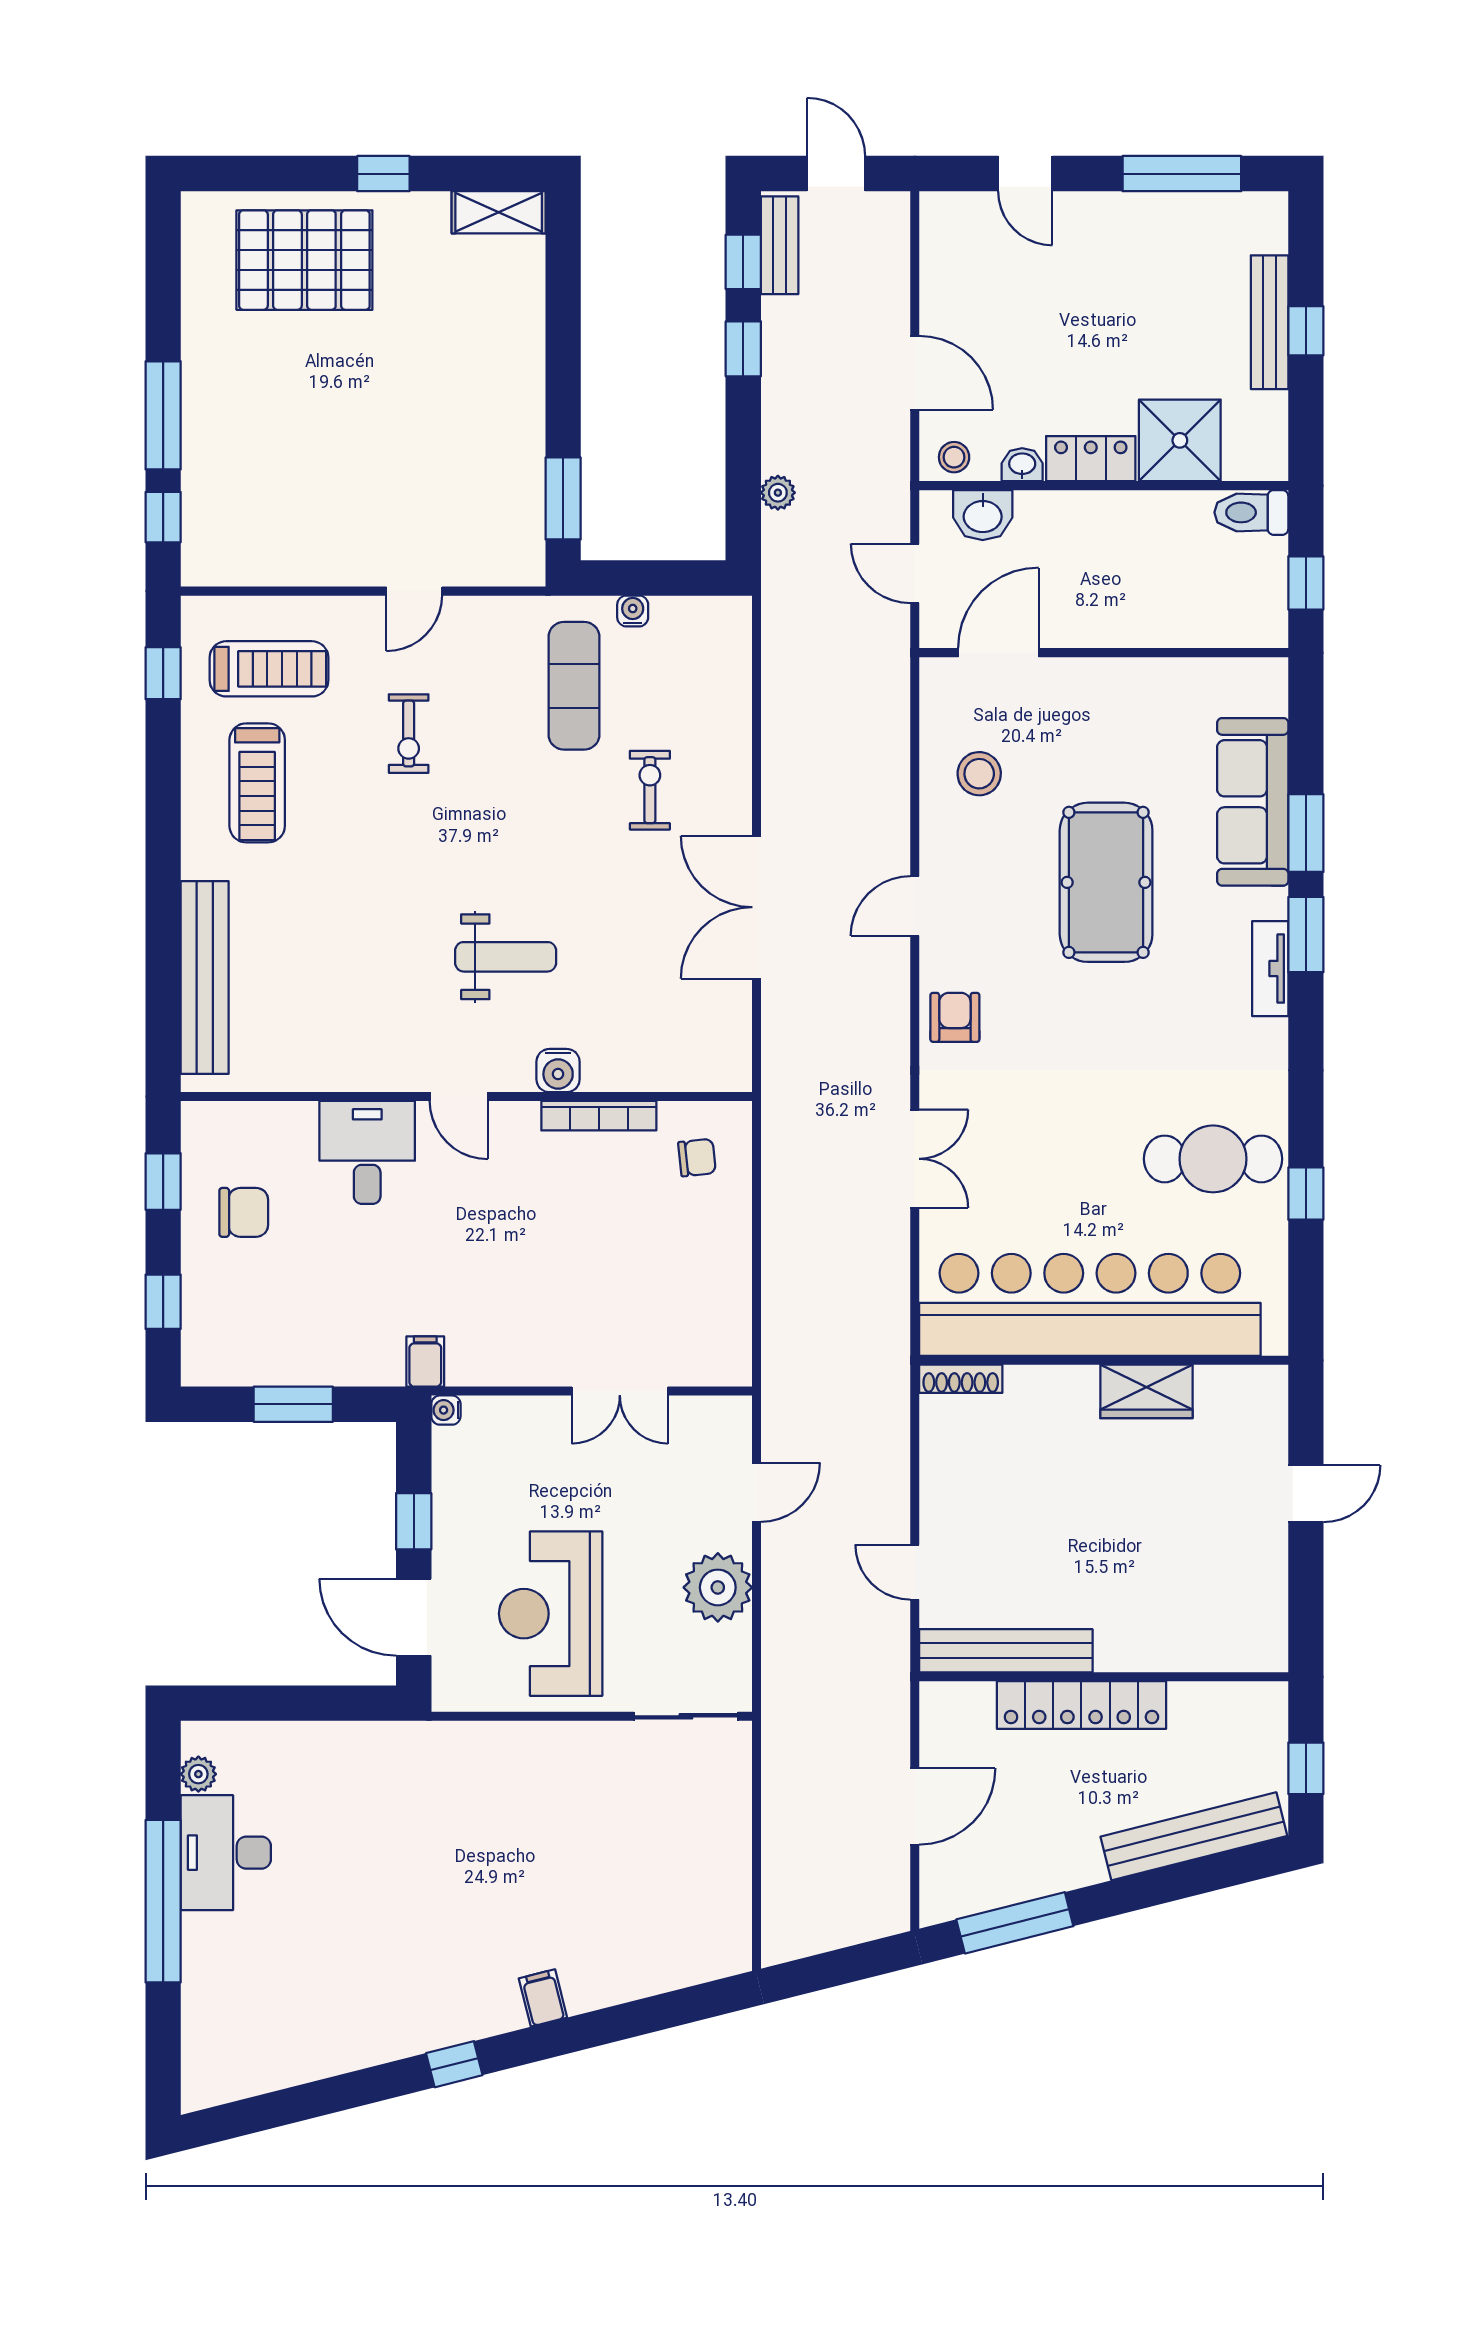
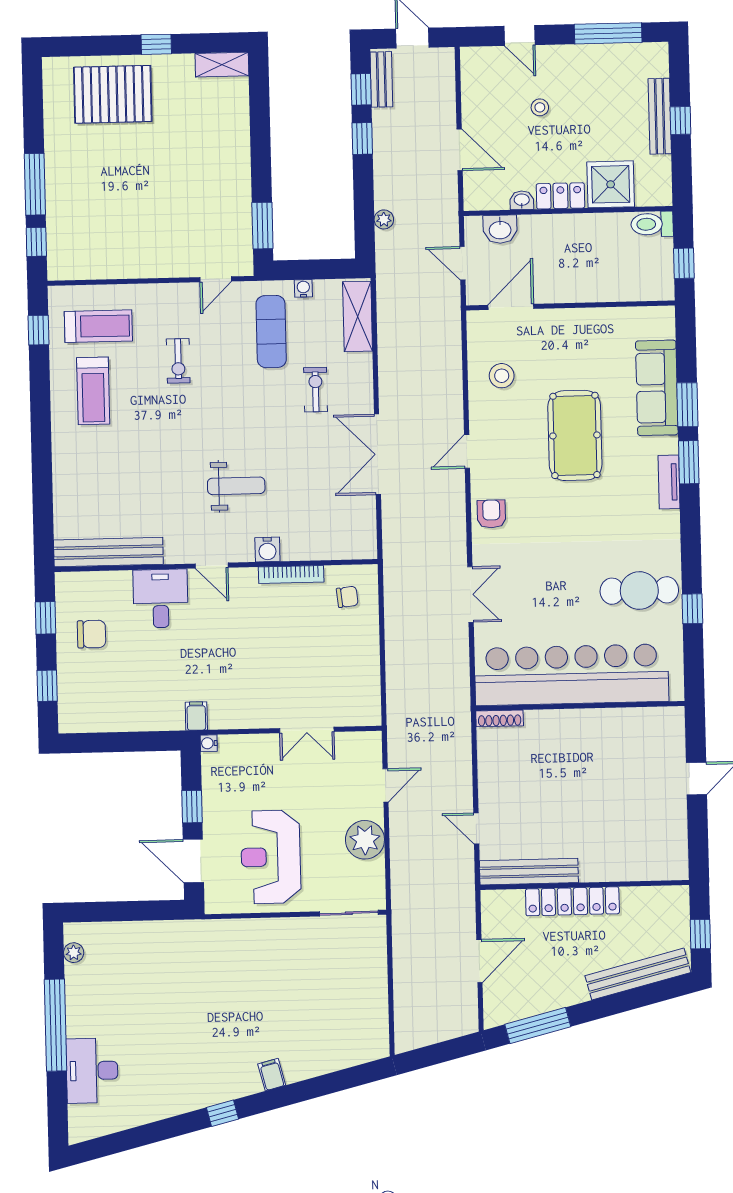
stool: (954, 457) -> (540, 107), moved
door: (414, 591) -> (216, 279), moved
shelving: (727, 663) -> (358, 316), added
bench: (205, 977) -> (108, 552), moved, turned 90
wardrobe: (1146, 1391) -> (605, 723), removed
window: (293, 1404) -> (122, 742), removed
desk: (226, 1853) -> (92, 1071), moved

